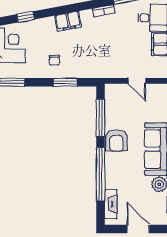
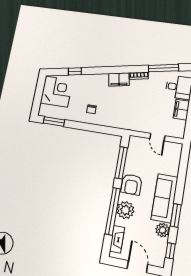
filing cabinet: (68, 21) -> (119, 79), moved
window: (65, 82) -> (97, 128), removed
plant: (115, 170) -> (125, 210), added

